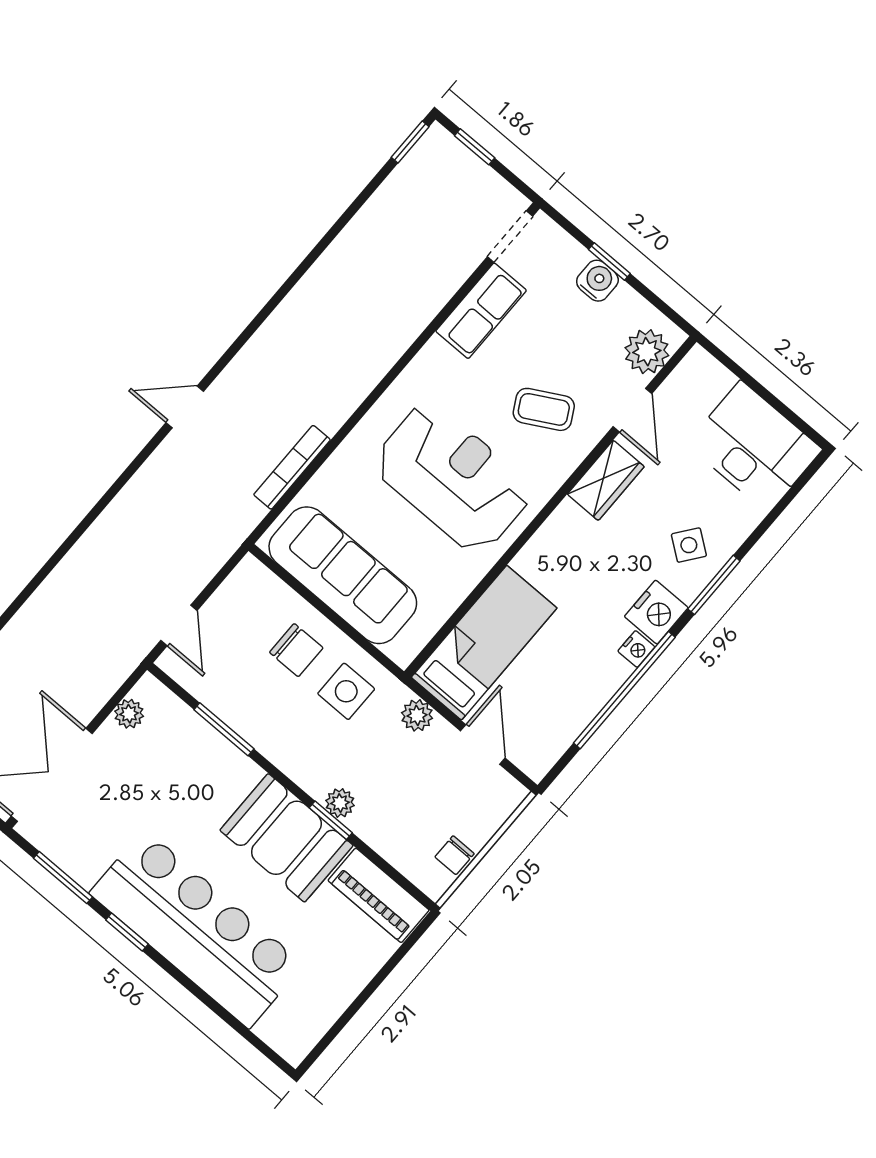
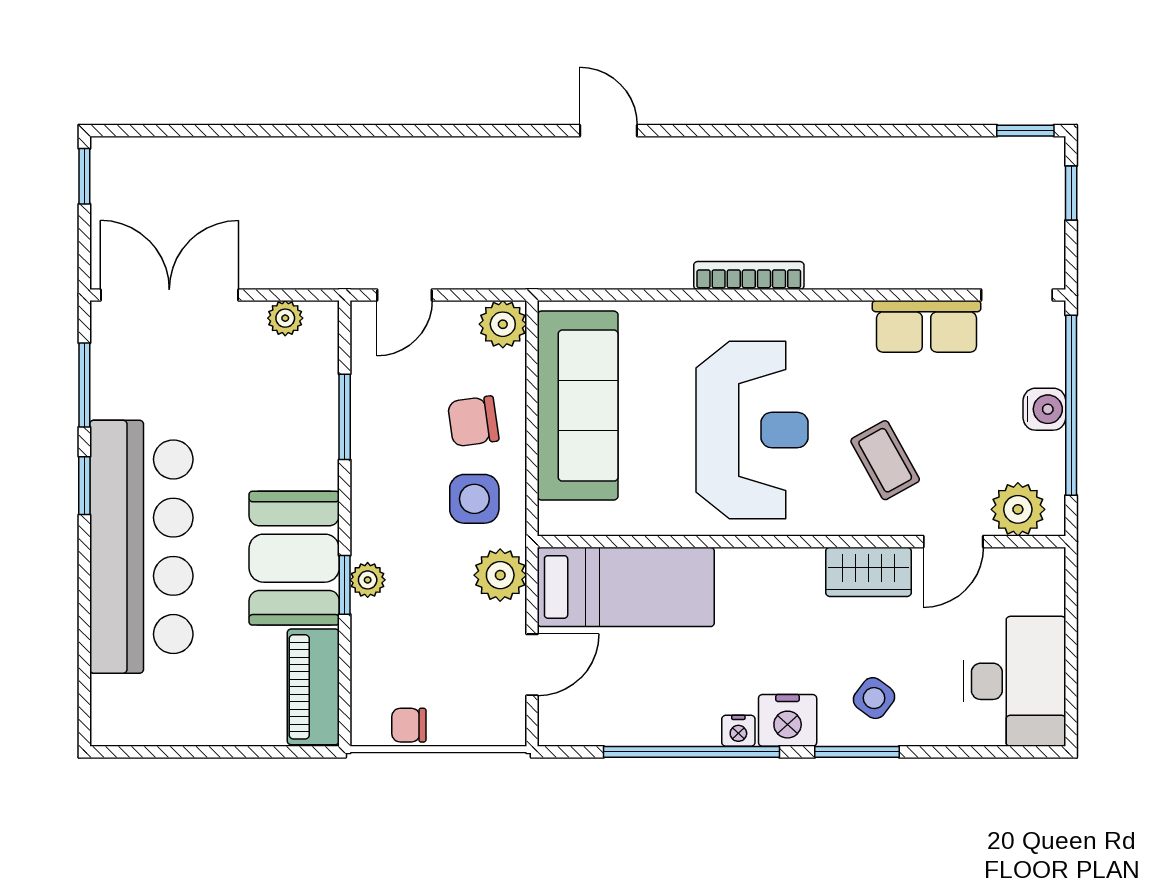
window: (609, 262) -> (1071, 405), width x3.17
bookcase: (292, 467) -> (749, 275), moved
plant: (251, 579) -> (503, 324), added
chair: (296, 650) -> (473, 421), turned 82
plant: (417, 715) -> (500, 575), width x1.38, depth x1.38

